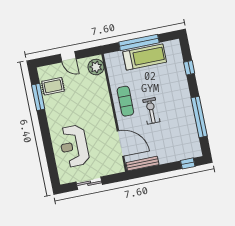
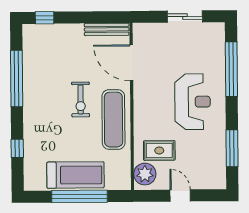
treadmill: (145, 57) -> (75, 175), turned 180
rug: (53, 86) -> (159, 150), moved
exercise mat: (125, 101) -> (113, 120), width x1.36, depth x1.45
reception desk: (74, 146) -> (193, 102), moved
window: (49, 153) -> (231, 69), added

